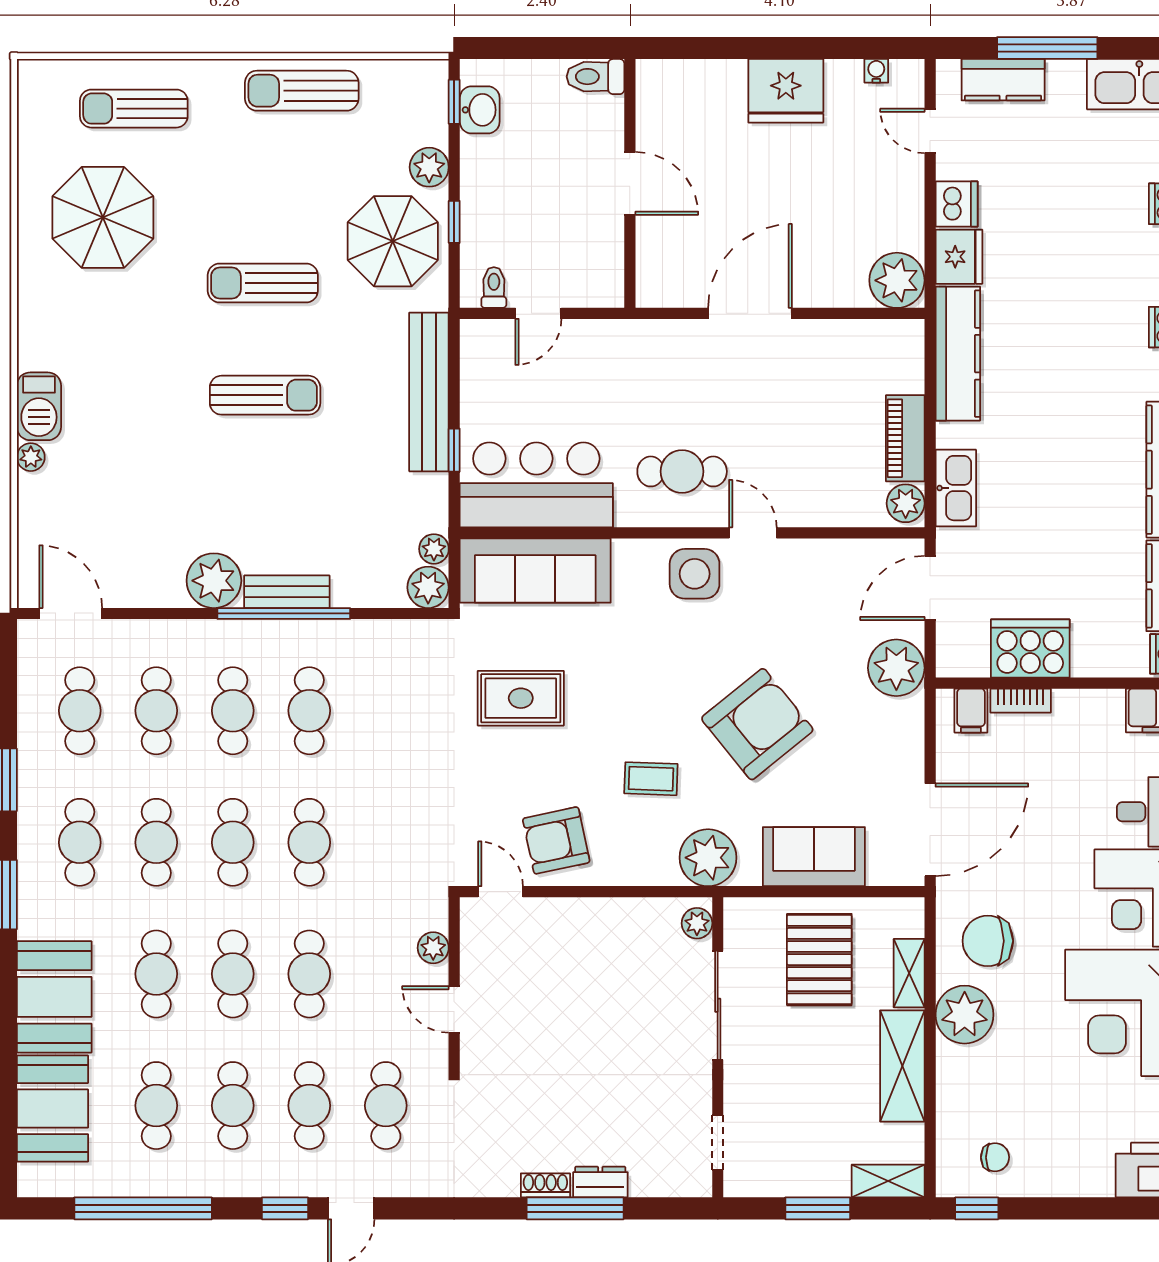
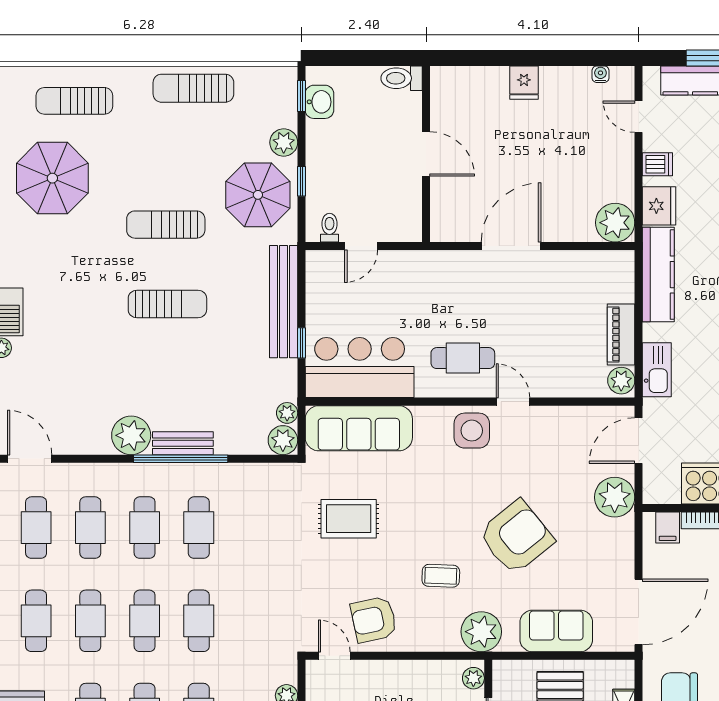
fridge: (786, 91) -> (524, 83), width x0.53, depth x0.75
dishwasher: (957, 204) -> (657, 164), width x0.73

